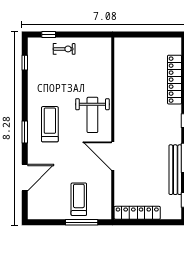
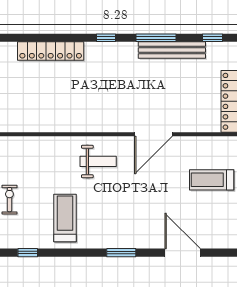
weight bench: (92, 115) -> (98, 161), width x0.73, depth x0.75
treadmill: (50, 124) -> (65, 218), moved, turned 90

